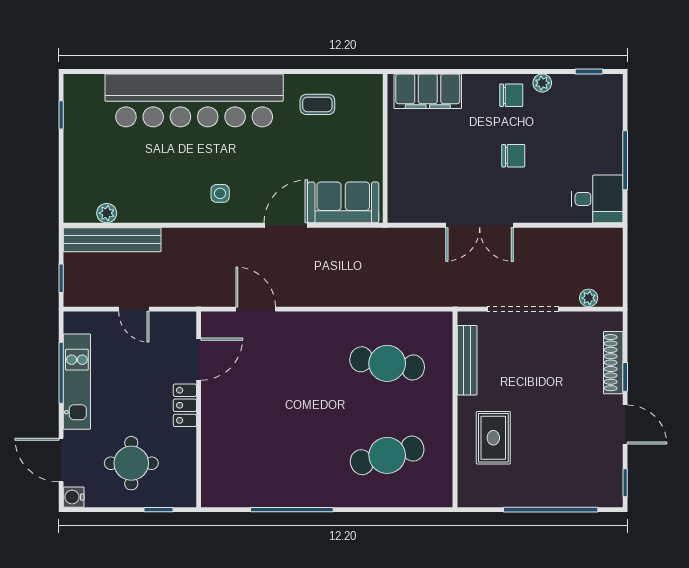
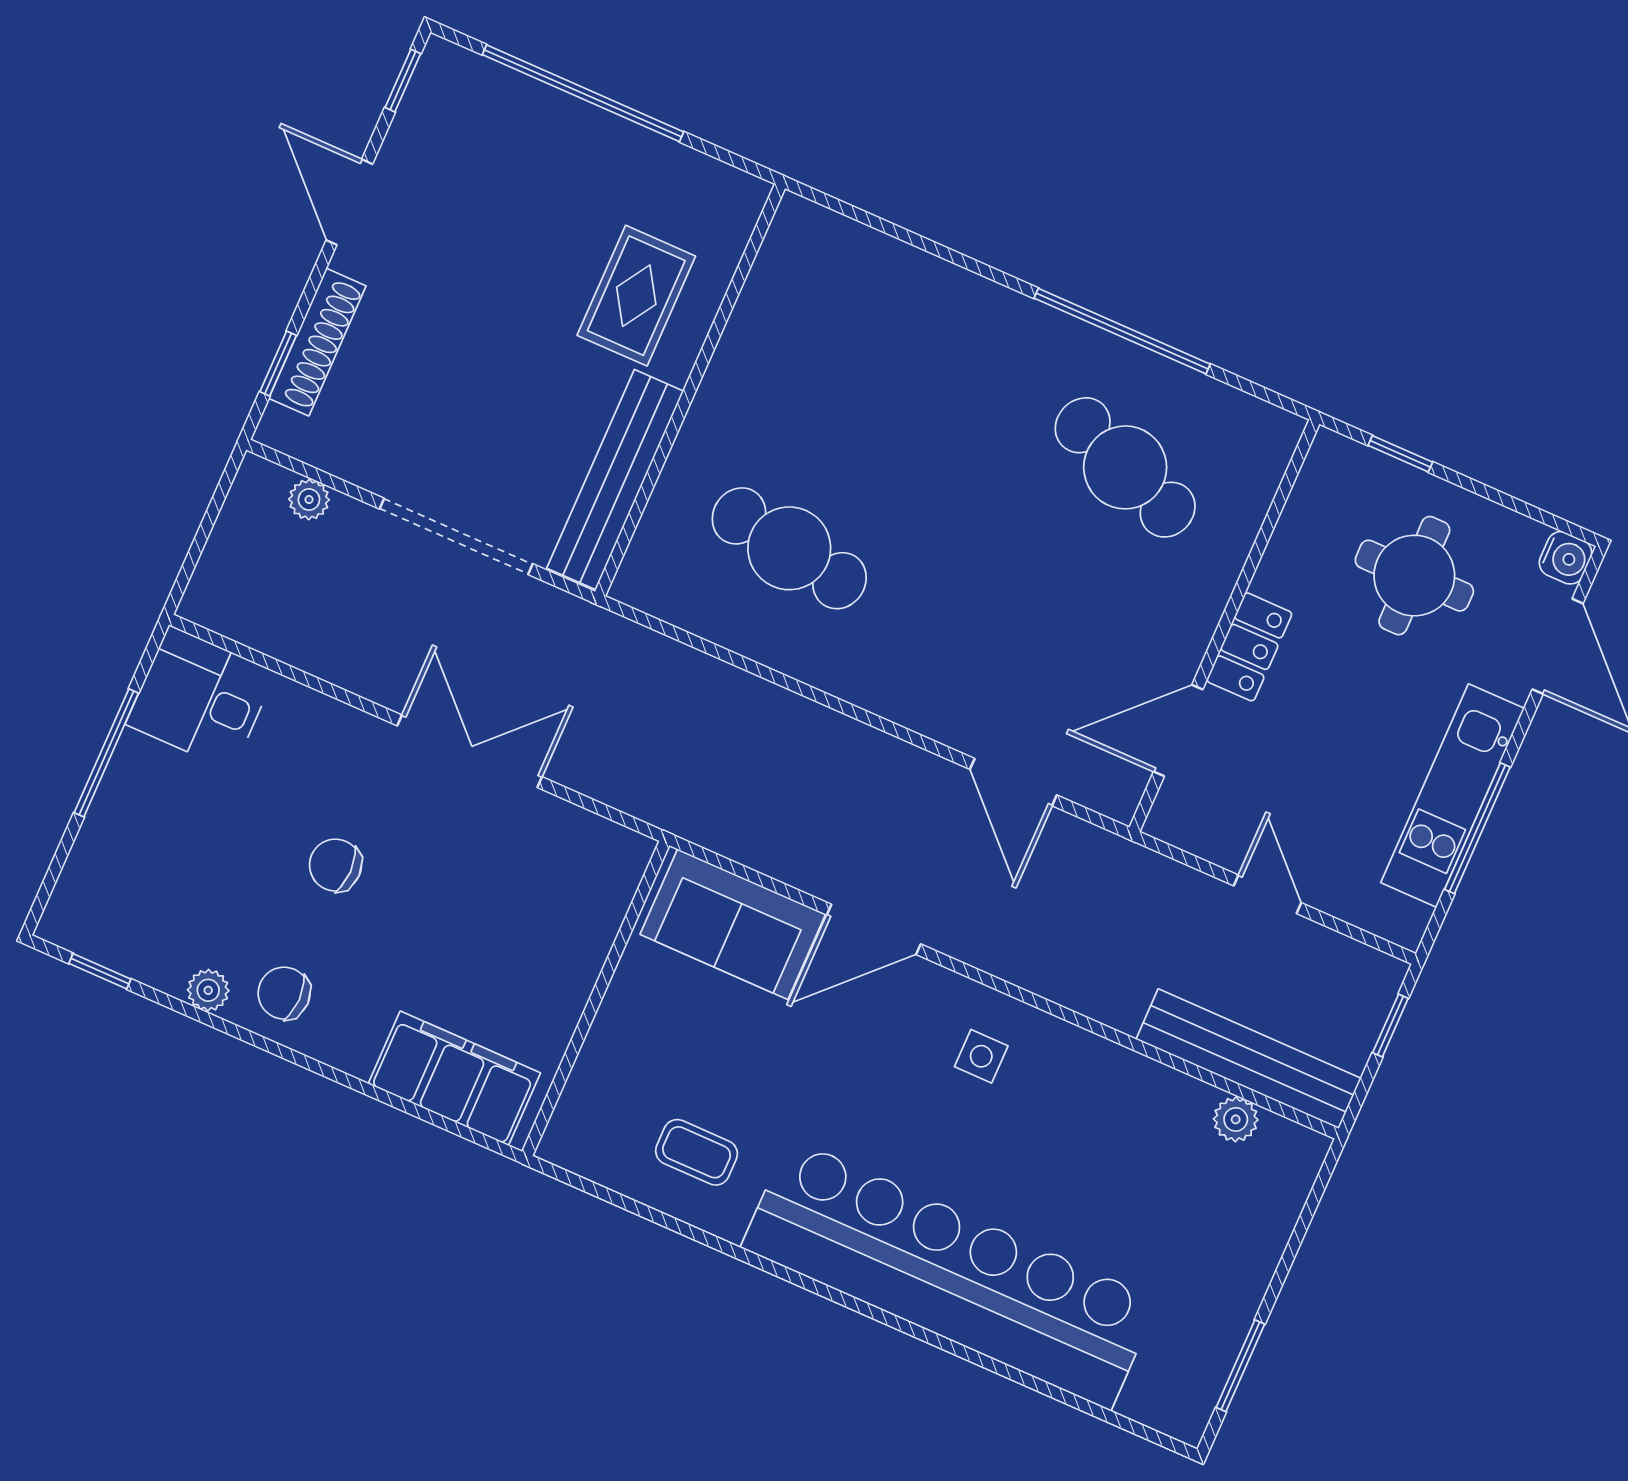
window: (61, 115) -> (1240, 1366), width x1.50
bench: (467, 360) -> (615, 480), width x1.37, depth x1.21
window: (625, 377) -> (278, 364), moved
cafe table: (387, 455) -> (1125, 467), moved, turned 36

